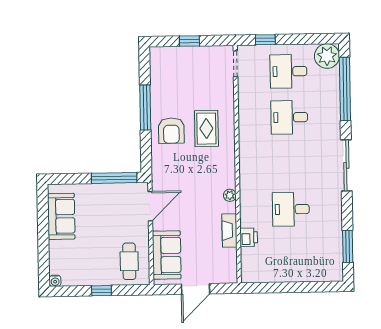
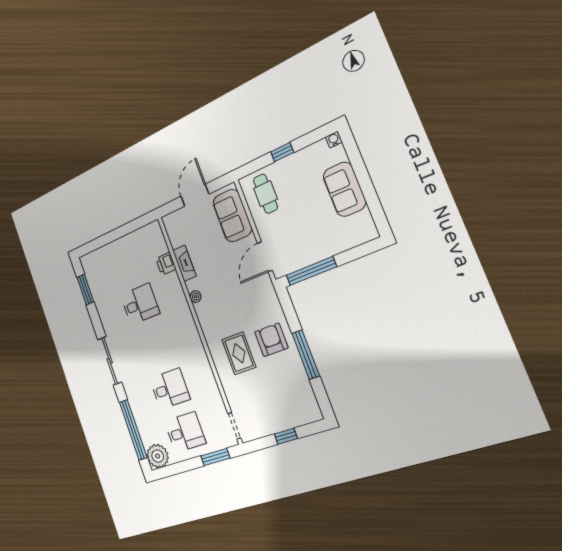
window: (265, 40) -> (215, 457), width x1.50
sofa: (61, 216) -> (344, 189), moved

